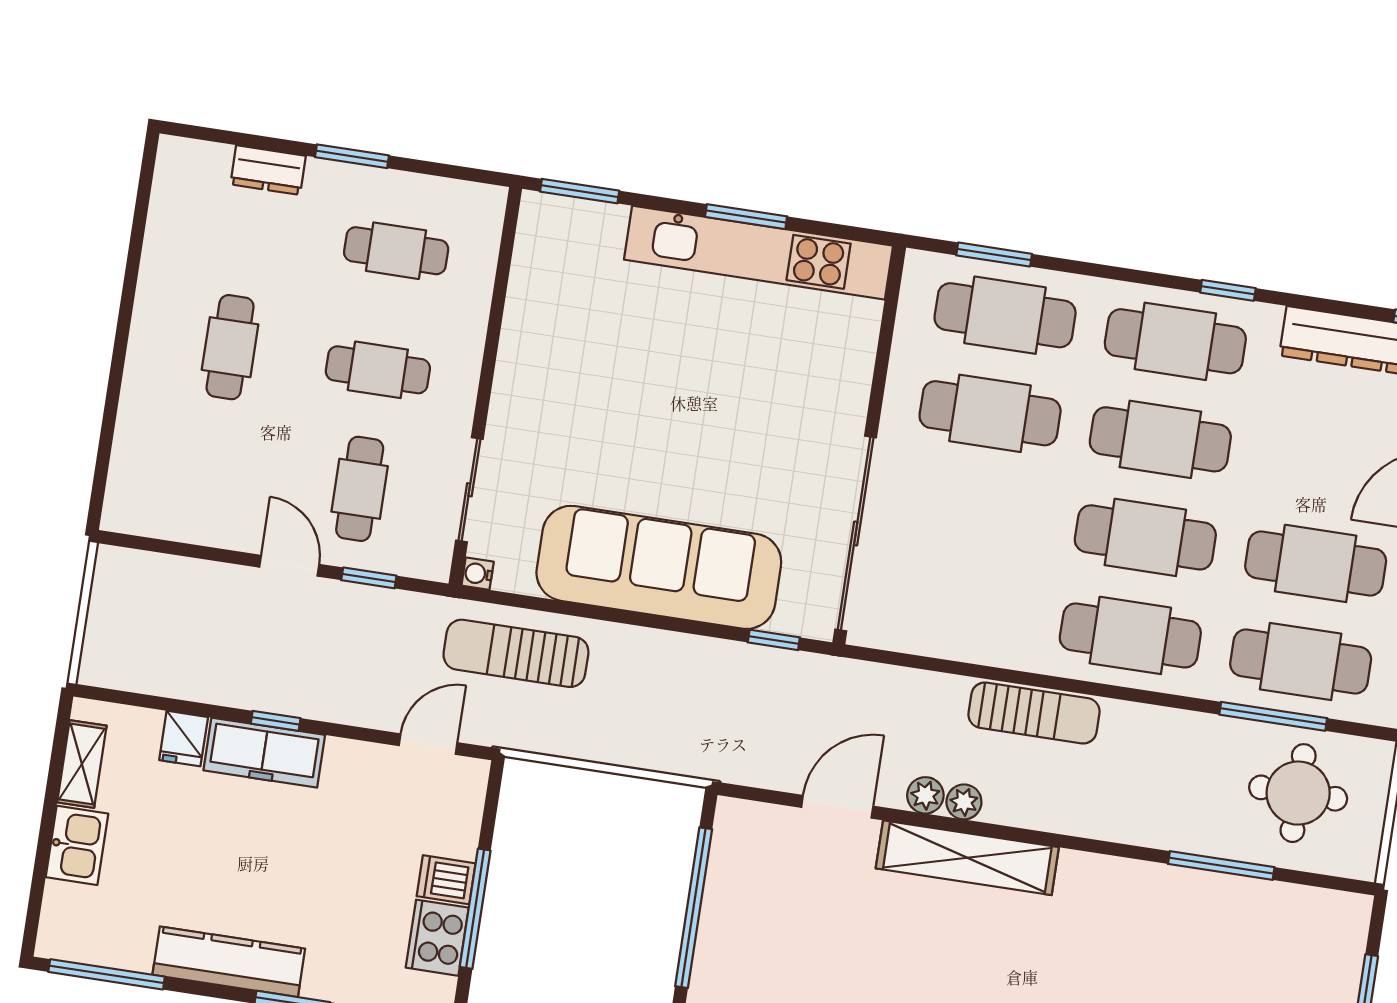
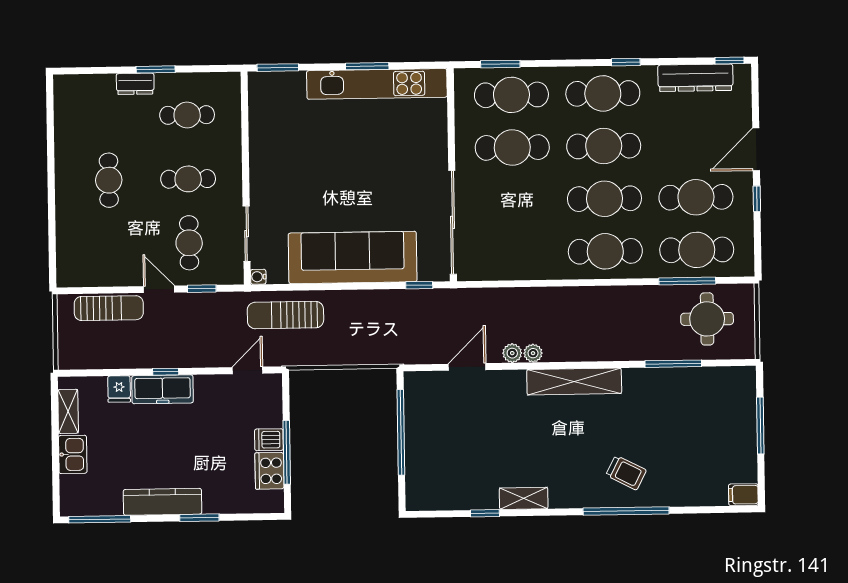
dresser: (268, 170) -> (135, 84), moved
sun lounger: (1034, 713) -> (109, 308), moved
shelving: (967, 858) -> (574, 382), moved

